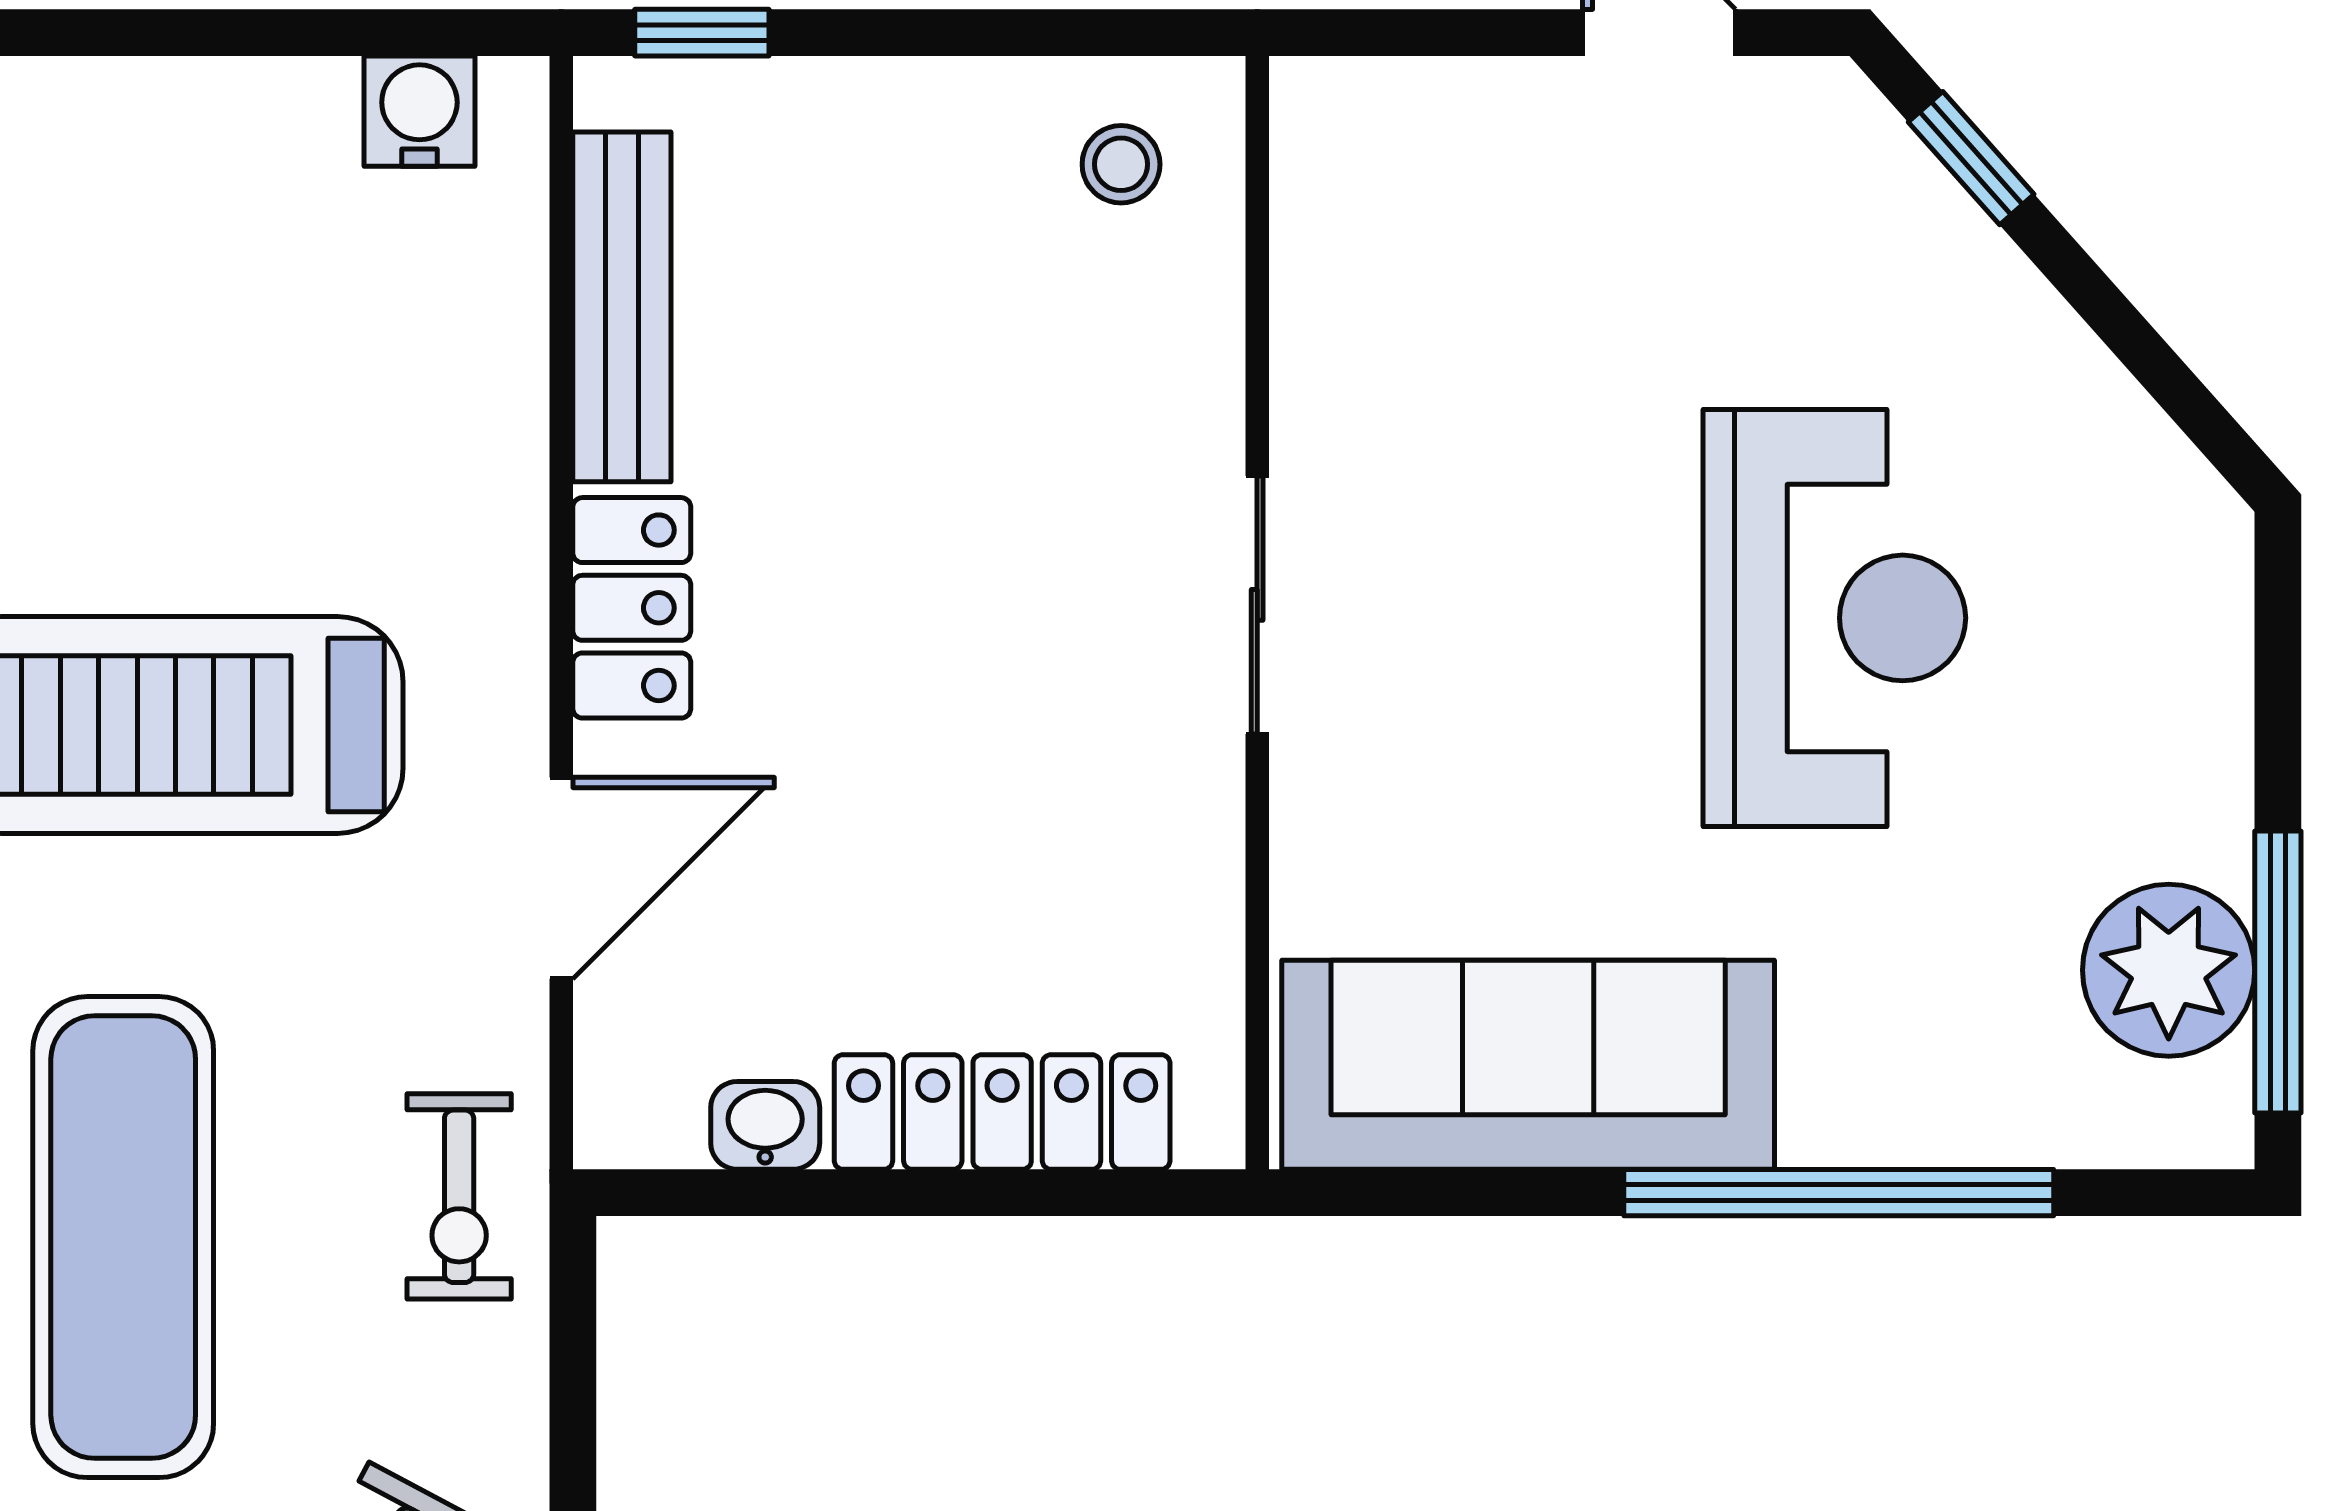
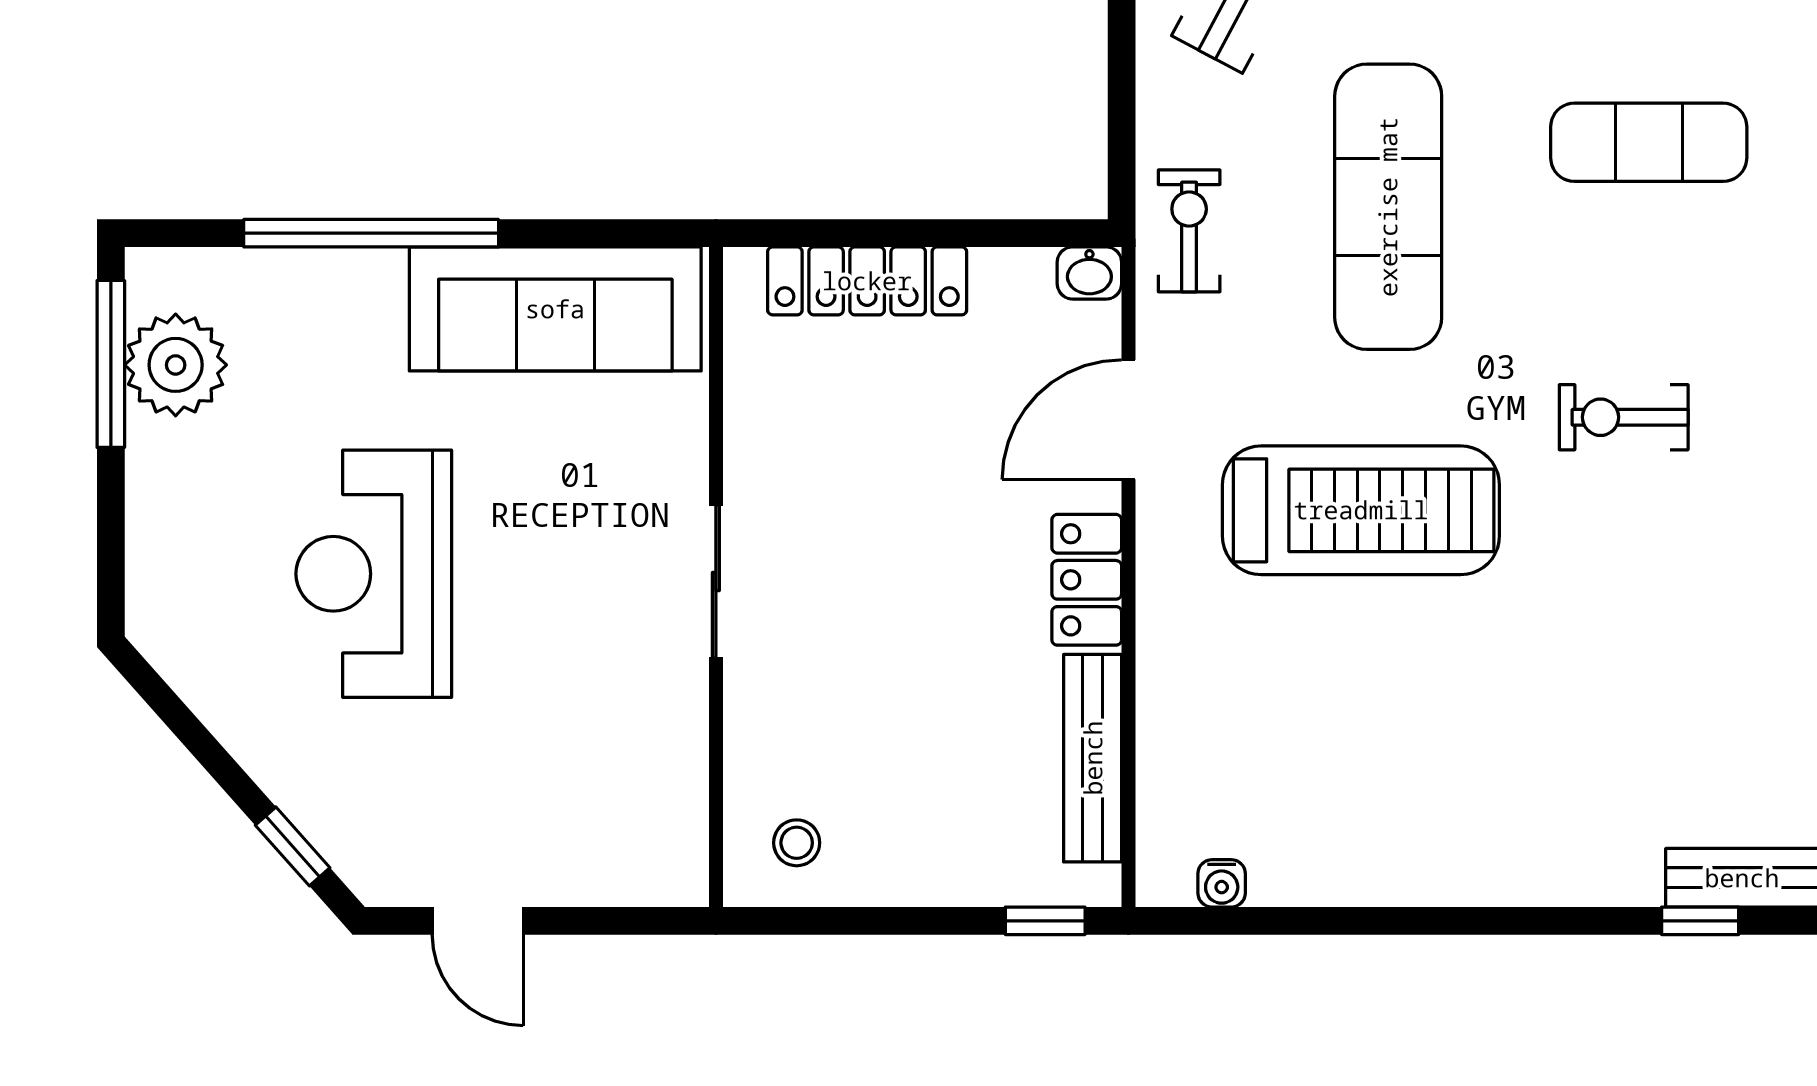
water cooler: (419, 111) -> (1222, 883), width x0.72, depth x0.72
washbasin: (765, 1125) -> (1089, 273), moved

